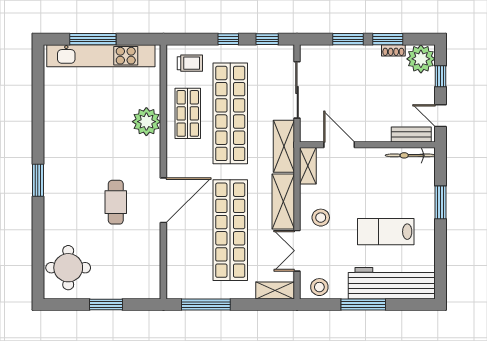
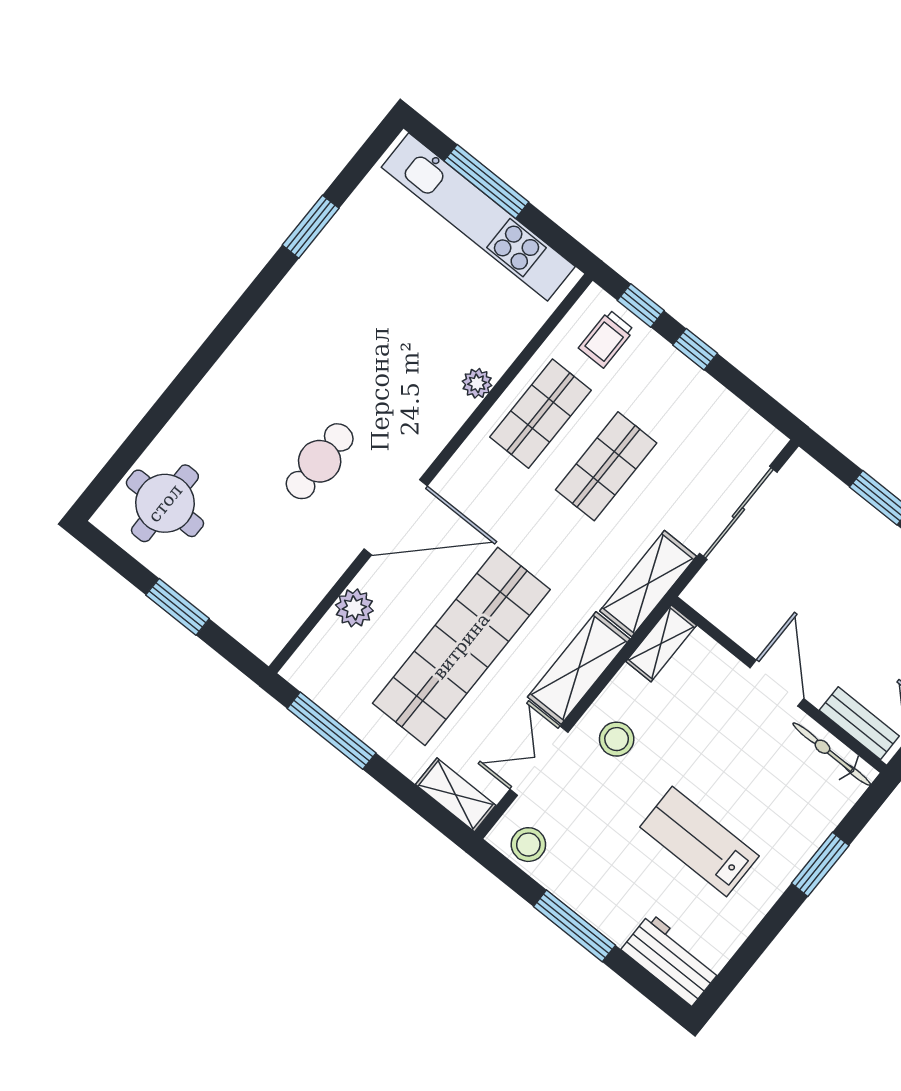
window: (267, 39) -> (641, 305), moved
trolley: (190, 63) -> (606, 339), turned 90
shop shelf: (230, 113) -> (606, 466), width x0.50, depth x0.74
plant: (146, 122) -> (477, 383), width x0.53, depth x0.53
door: (339, 145) -> (777, 683), moved
window: (38, 180) -> (311, 227), moved
plant: (176, 249) -> (354, 608), added
workbench: (392, 283) -> (671, 960), width x0.53, depth x0.76

